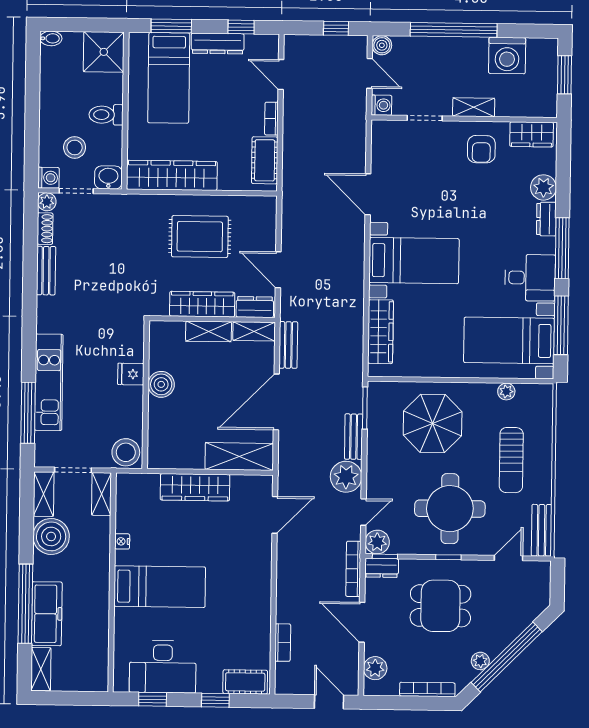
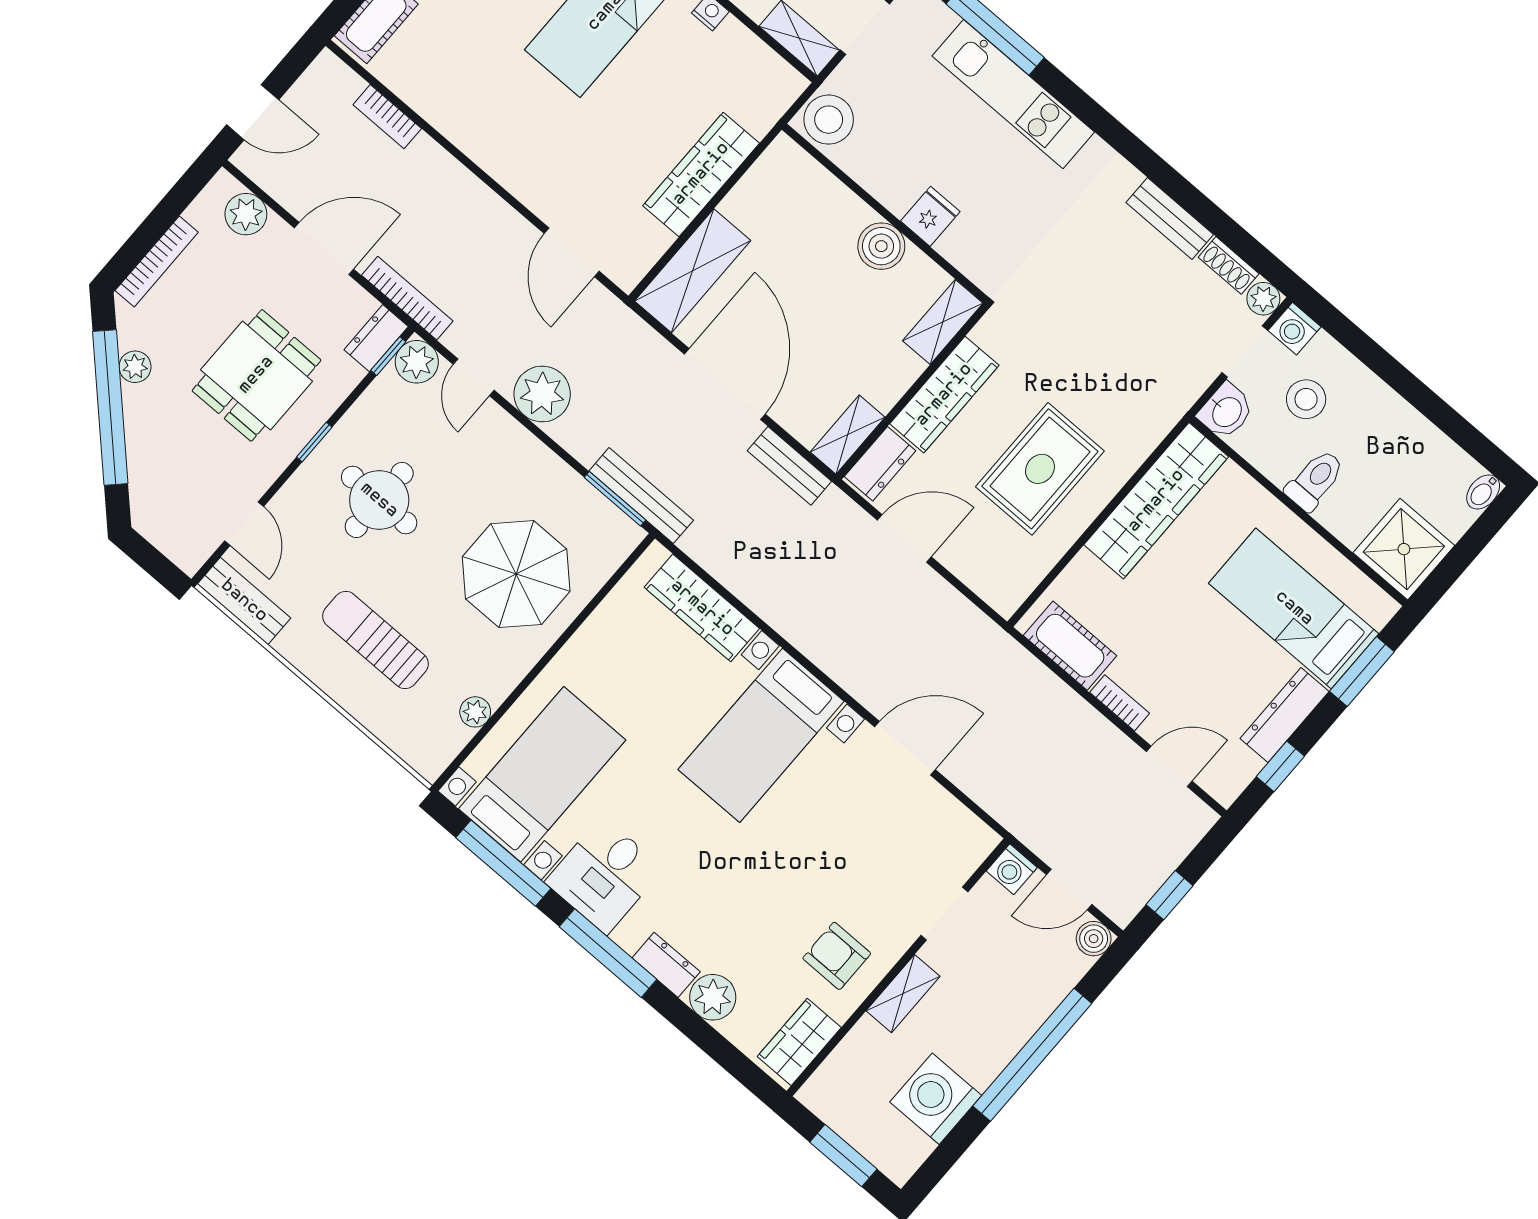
shelving: (209, 331) -> (943, 322), moved
bench: (354, 437) -> (641, 496), moved, width x1.36
round table: (450, 509) -> (379, 500), width x0.73, depth x0.73

